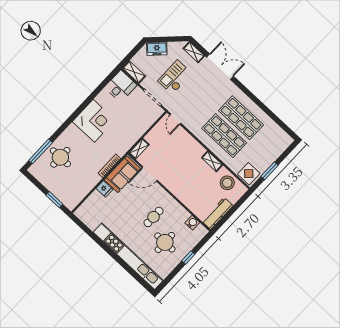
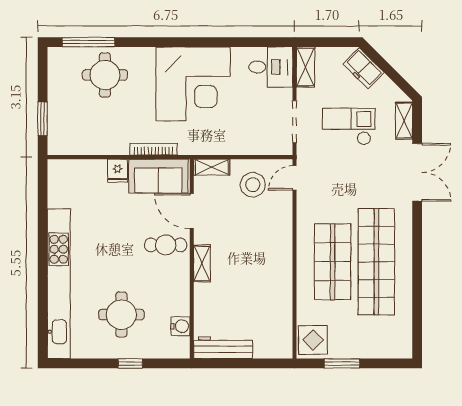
shop shelf: (241, 118) -> (376, 262), width x1.40
corner desk: (94, 121) -> (193, 84), width x1.36, depth x1.36
shelving: (212, 161) -> (202, 263), moved
stool: (227, 183) -> (253, 185), moved
cafe table: (153, 217) -> (166, 245), moved

